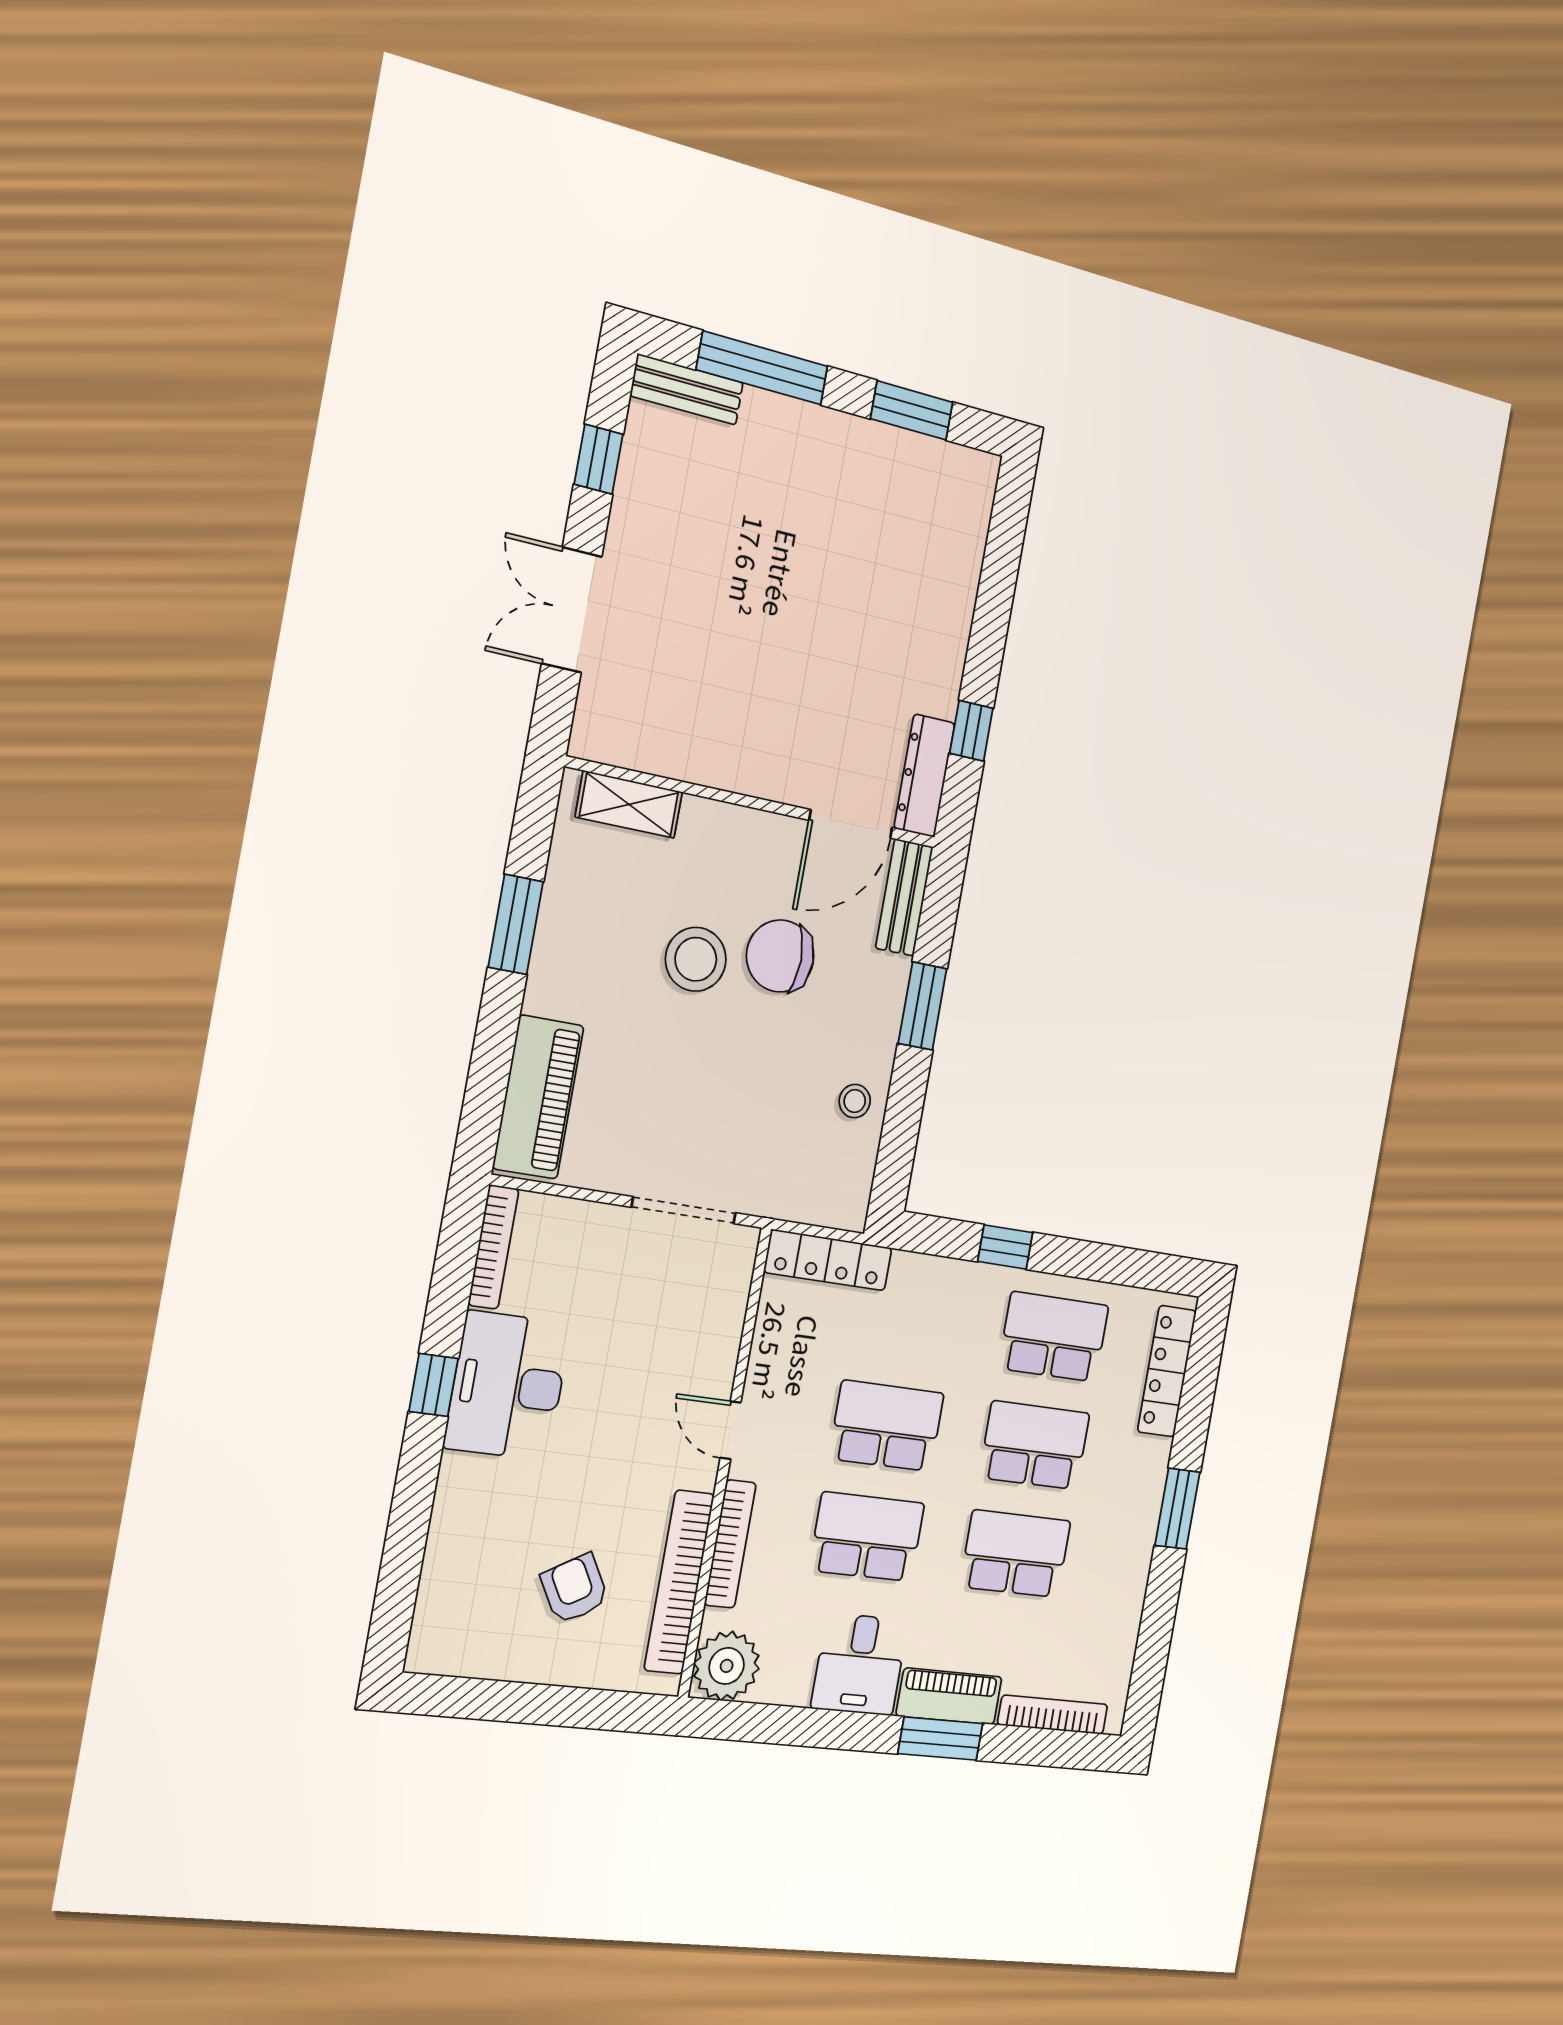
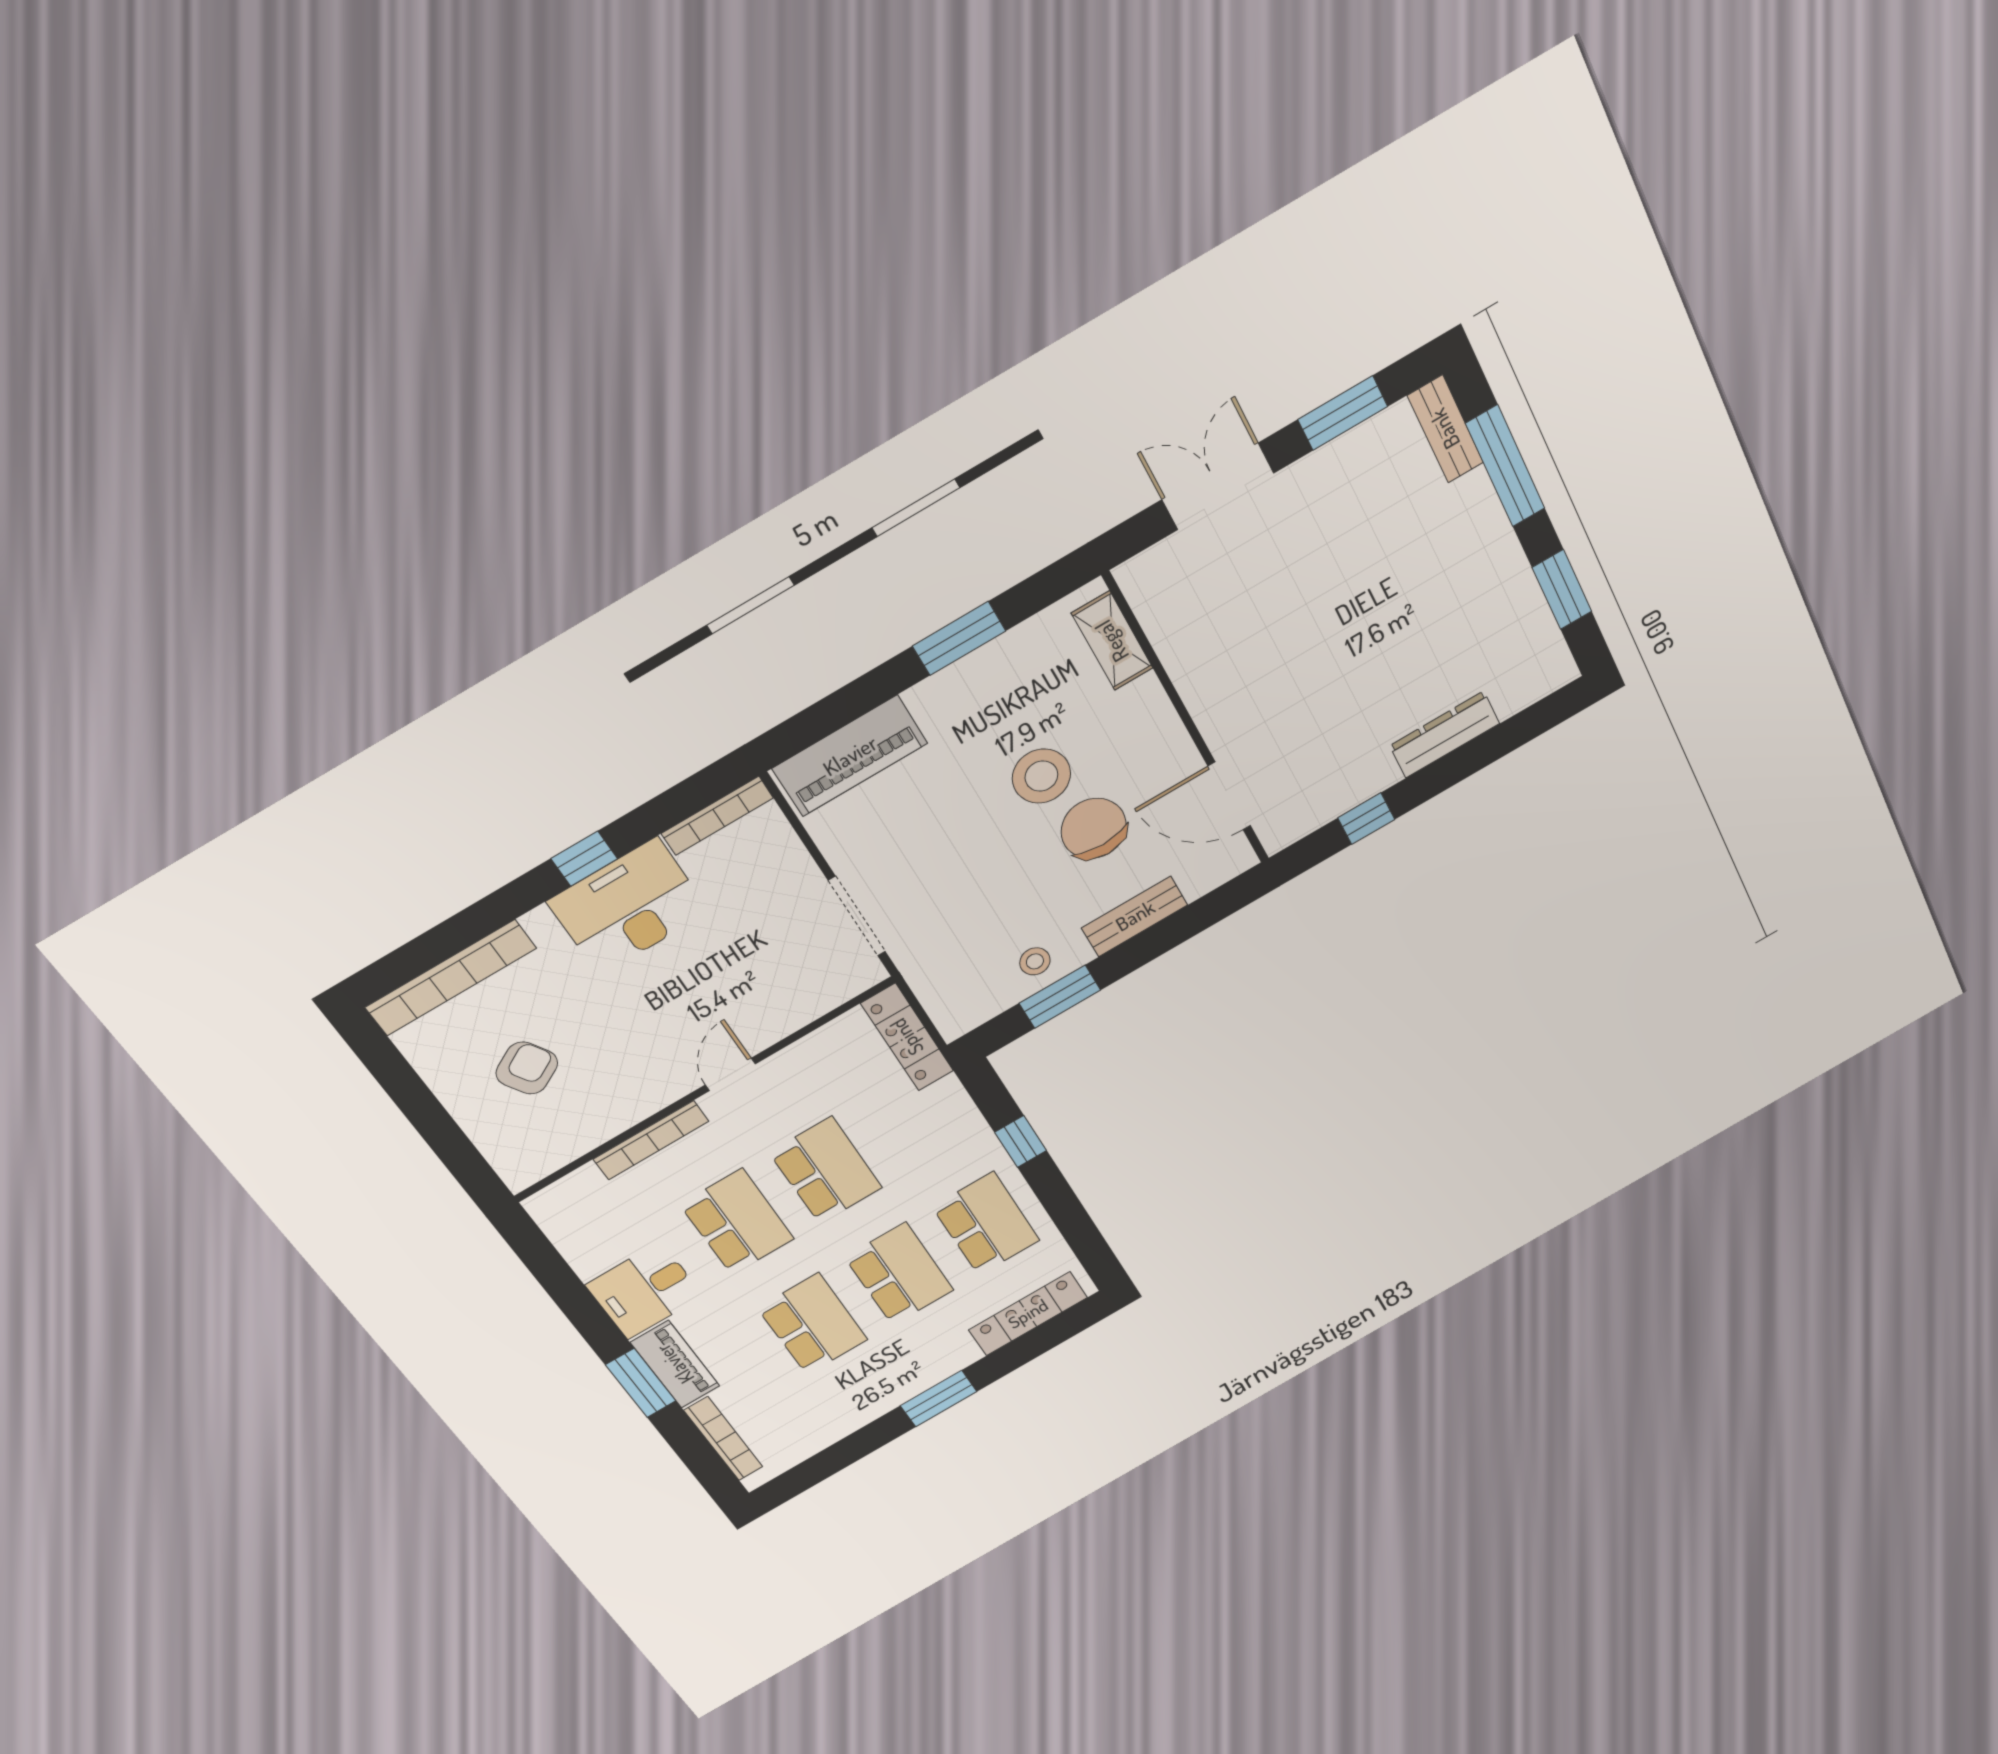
window: (599, 459) -> (1343, 413), width x1.50
dresser: (924, 776) -> (1445, 735), moved
bench: (904, 897) -> (1135, 916), moved
window: (923, 1006) -> (1060, 997), moved
bookcase: (679, 1582) -> (451, 978), moved, turned 180
plant: (727, 1666) -> (564, 1208), removed

